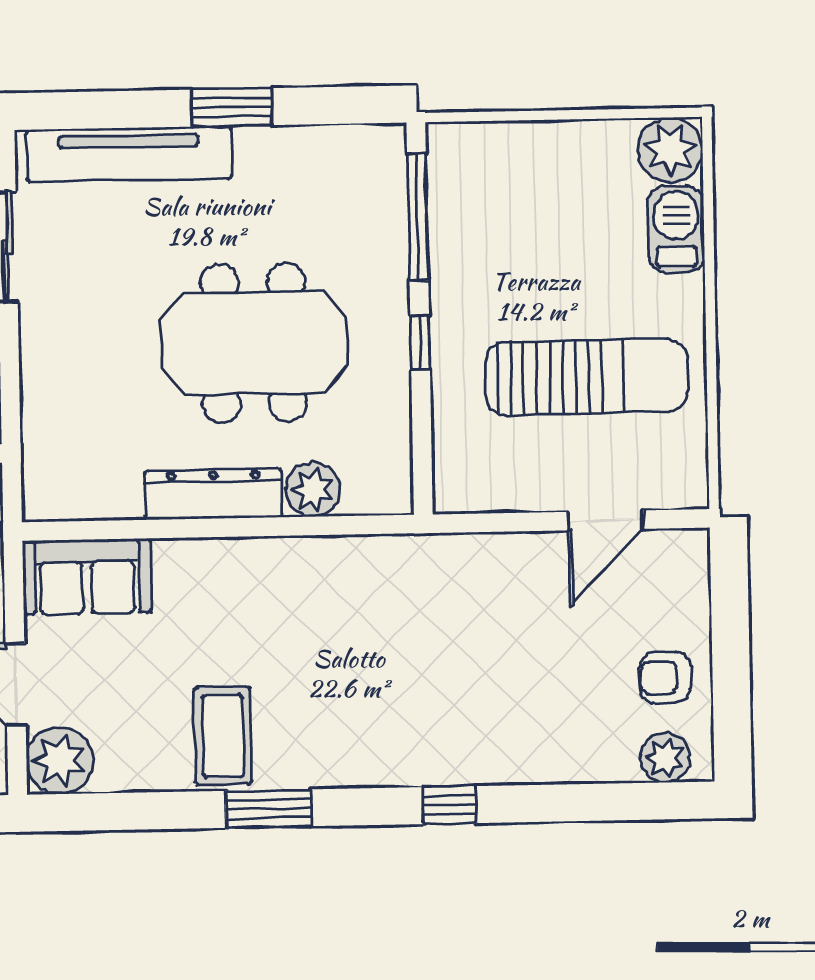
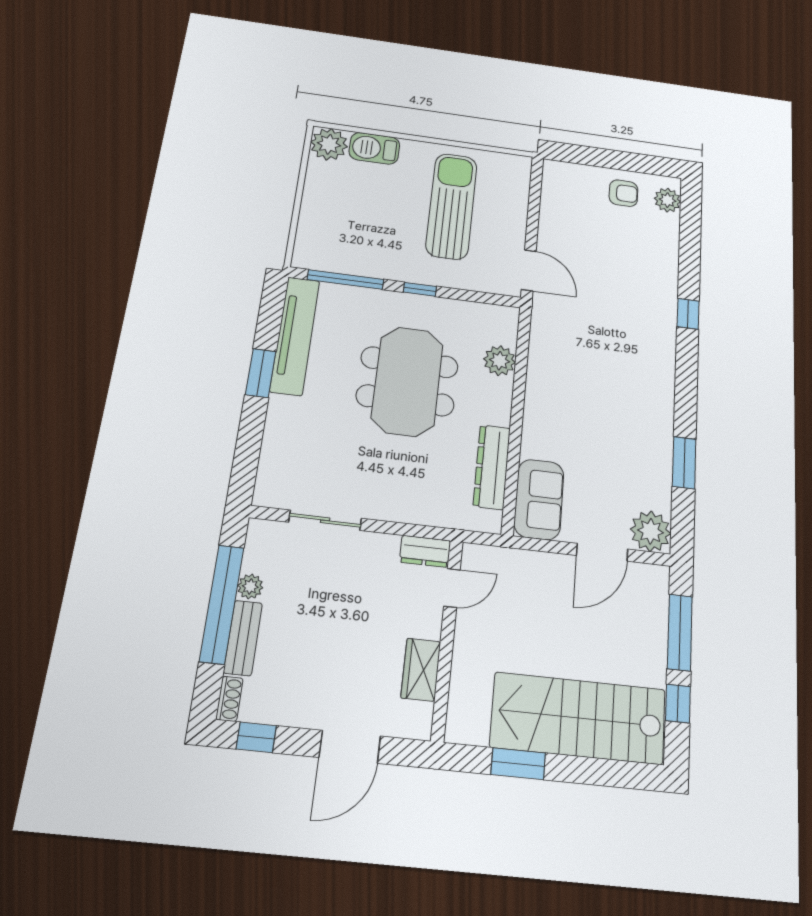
tv unit: (129, 154) -> (295, 336), moved
dresser: (214, 494) -> (492, 467), moved
door: (606, 520) -> (529, 270), moved
armchair: (665, 677) -> (623, 193), turned -90
coffee table: (223, 736) -> (641, 433), removed
window: (268, 809) -> (684, 463), moved

